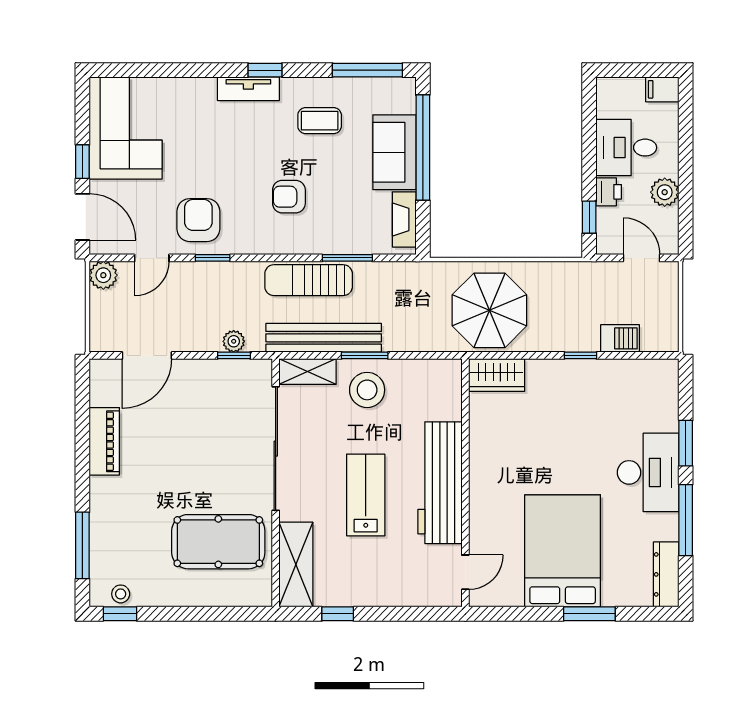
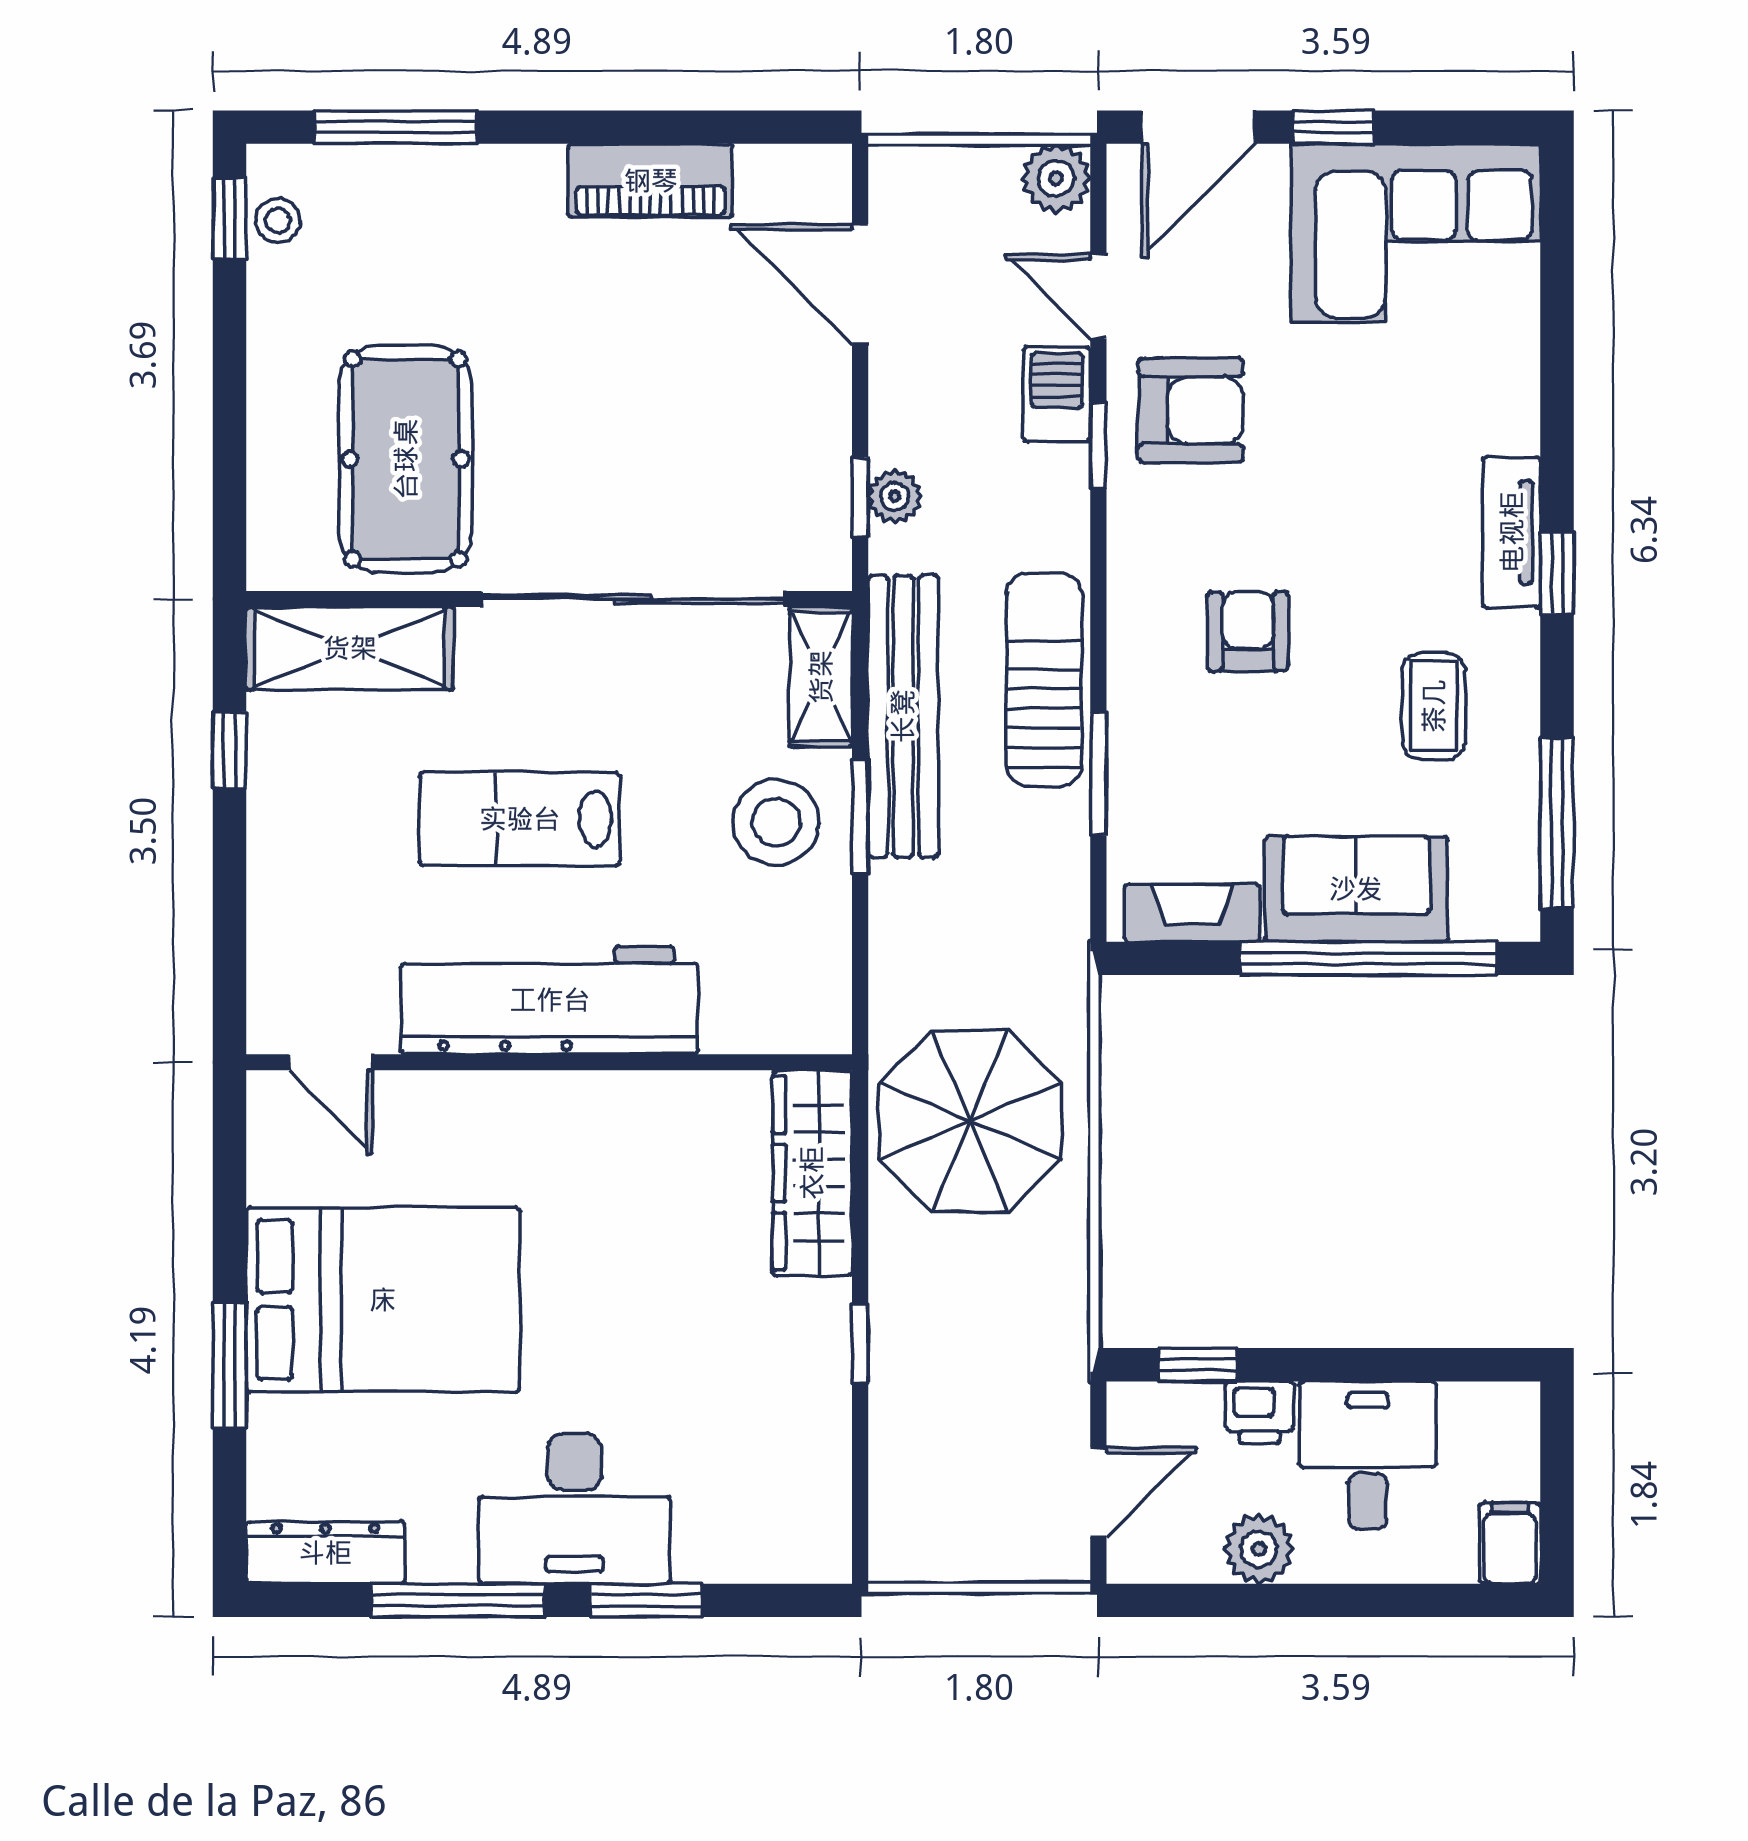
barbecue: (620, 338) -> (1057, 394), moved, turned 180
wardrobe: (497, 375) -> (812, 1173), width x1.50
lab bench: (366, 495) -> (520, 819), turned 180

